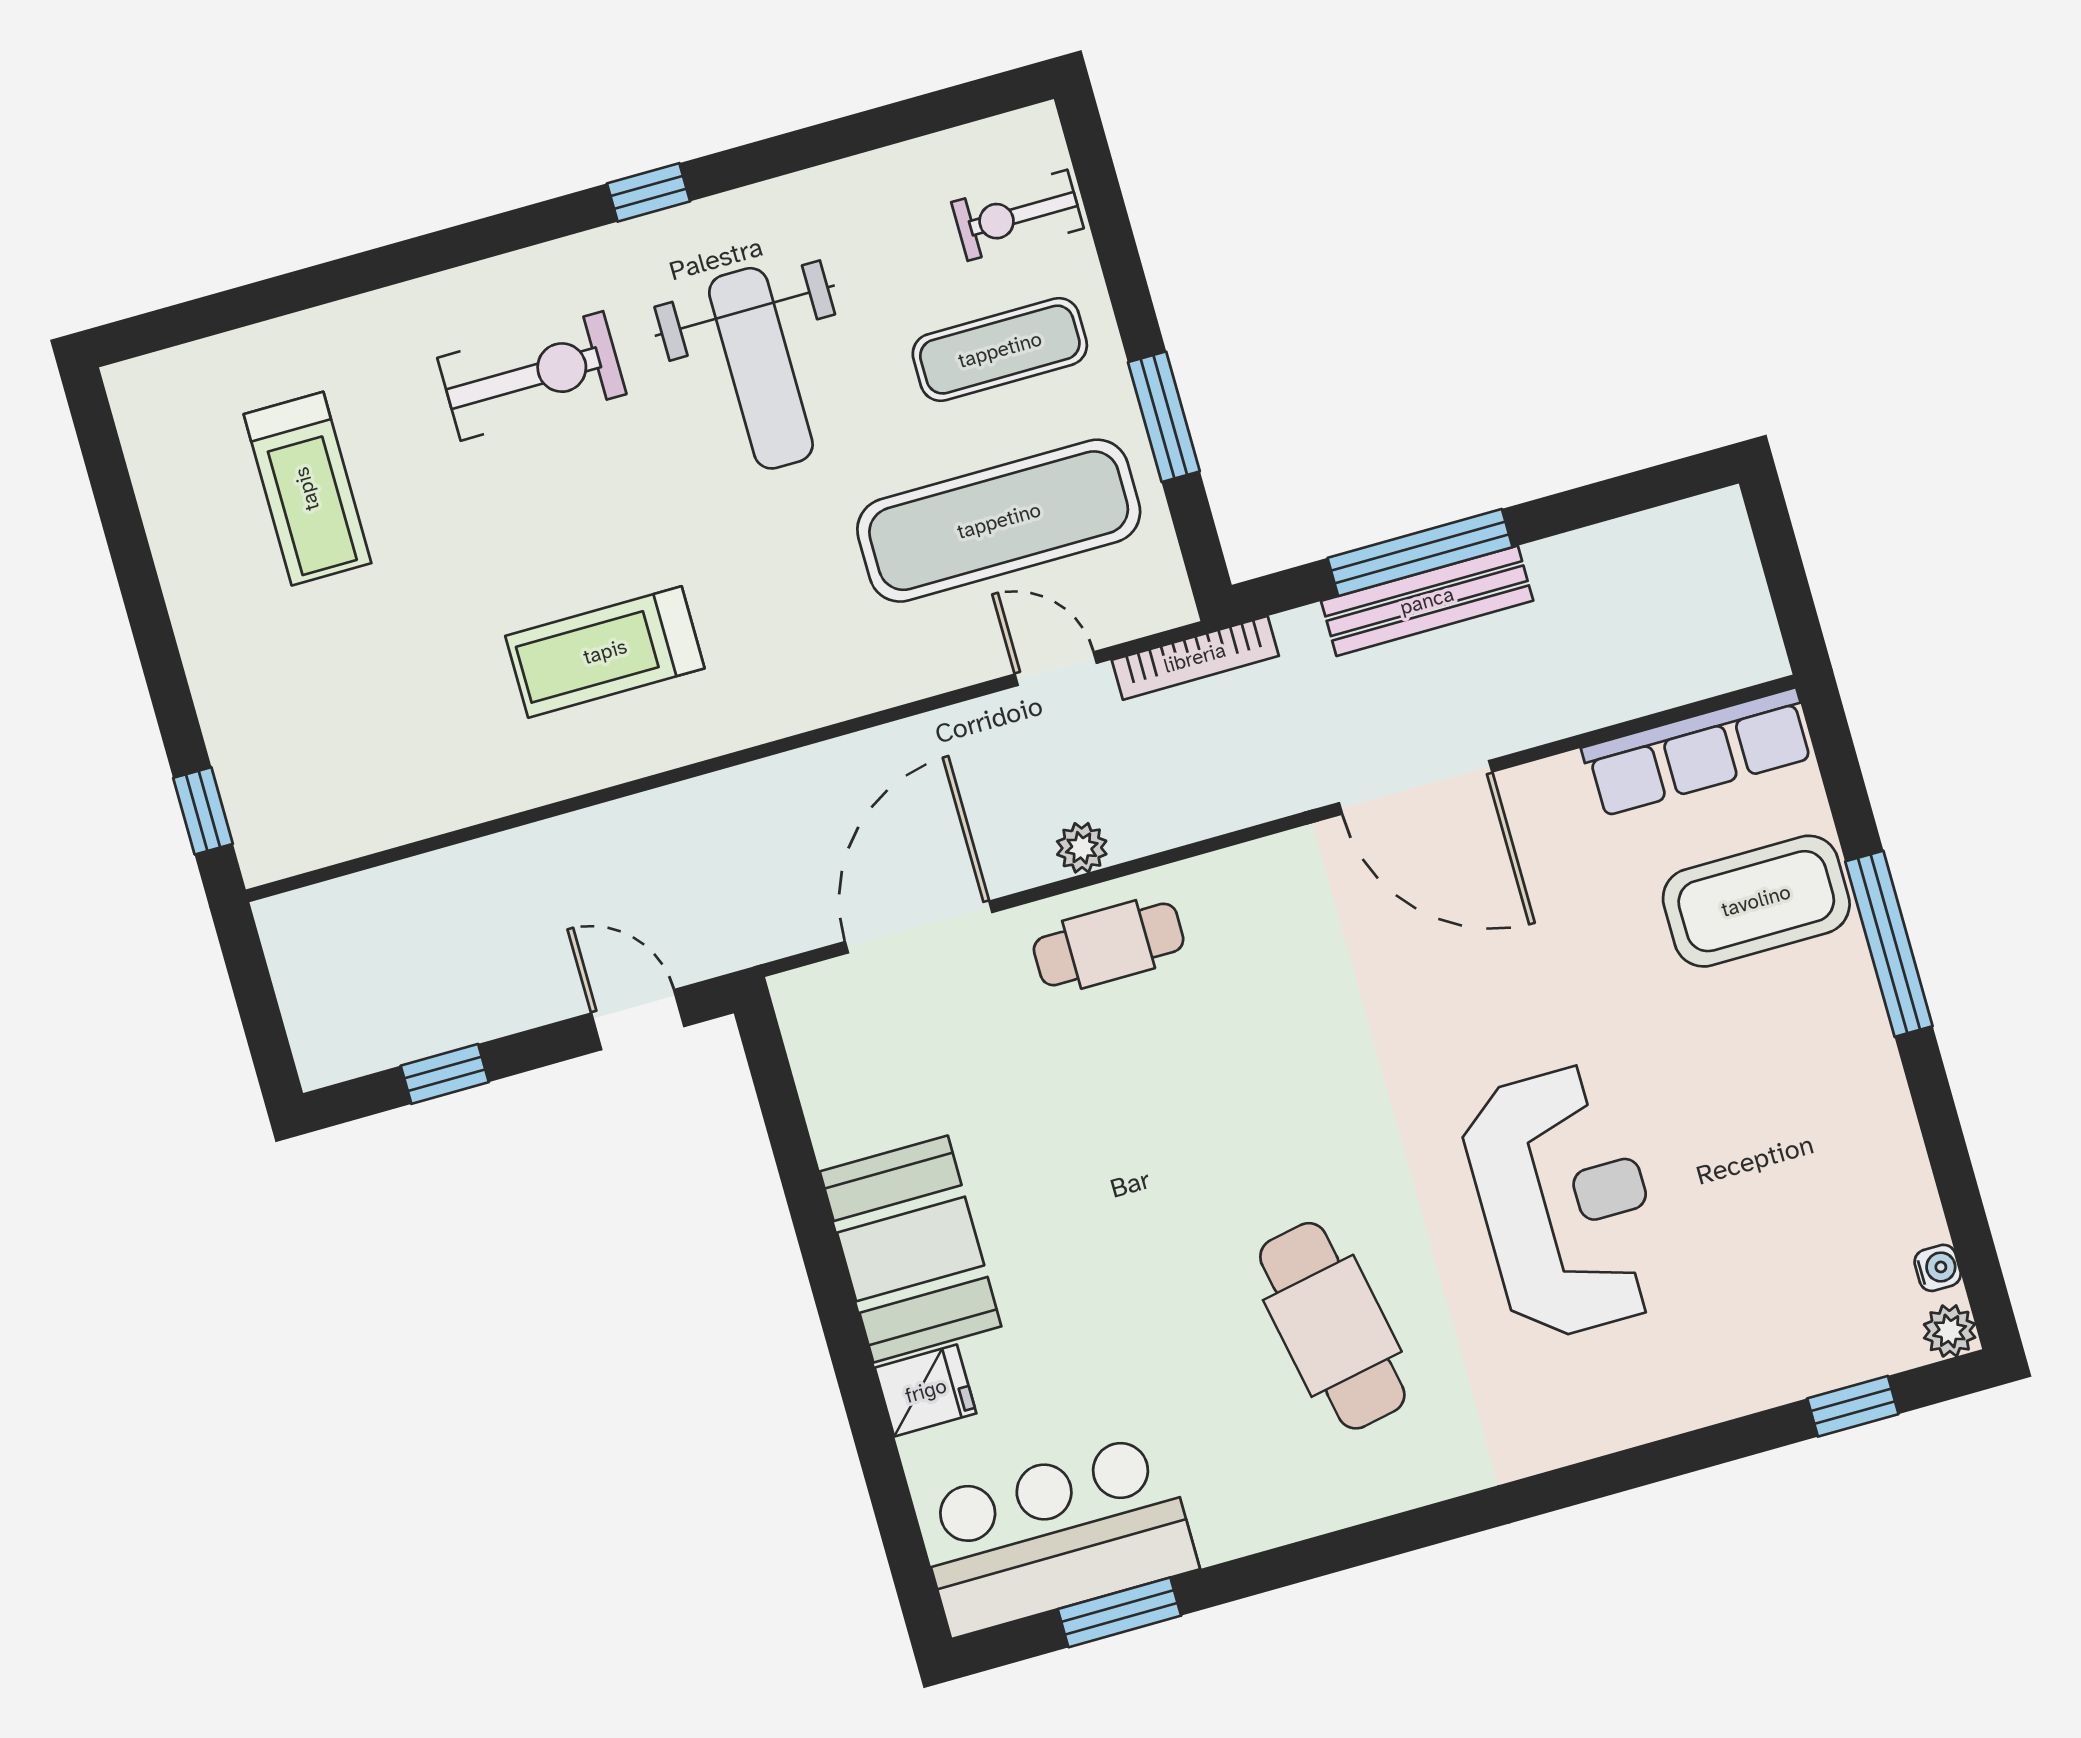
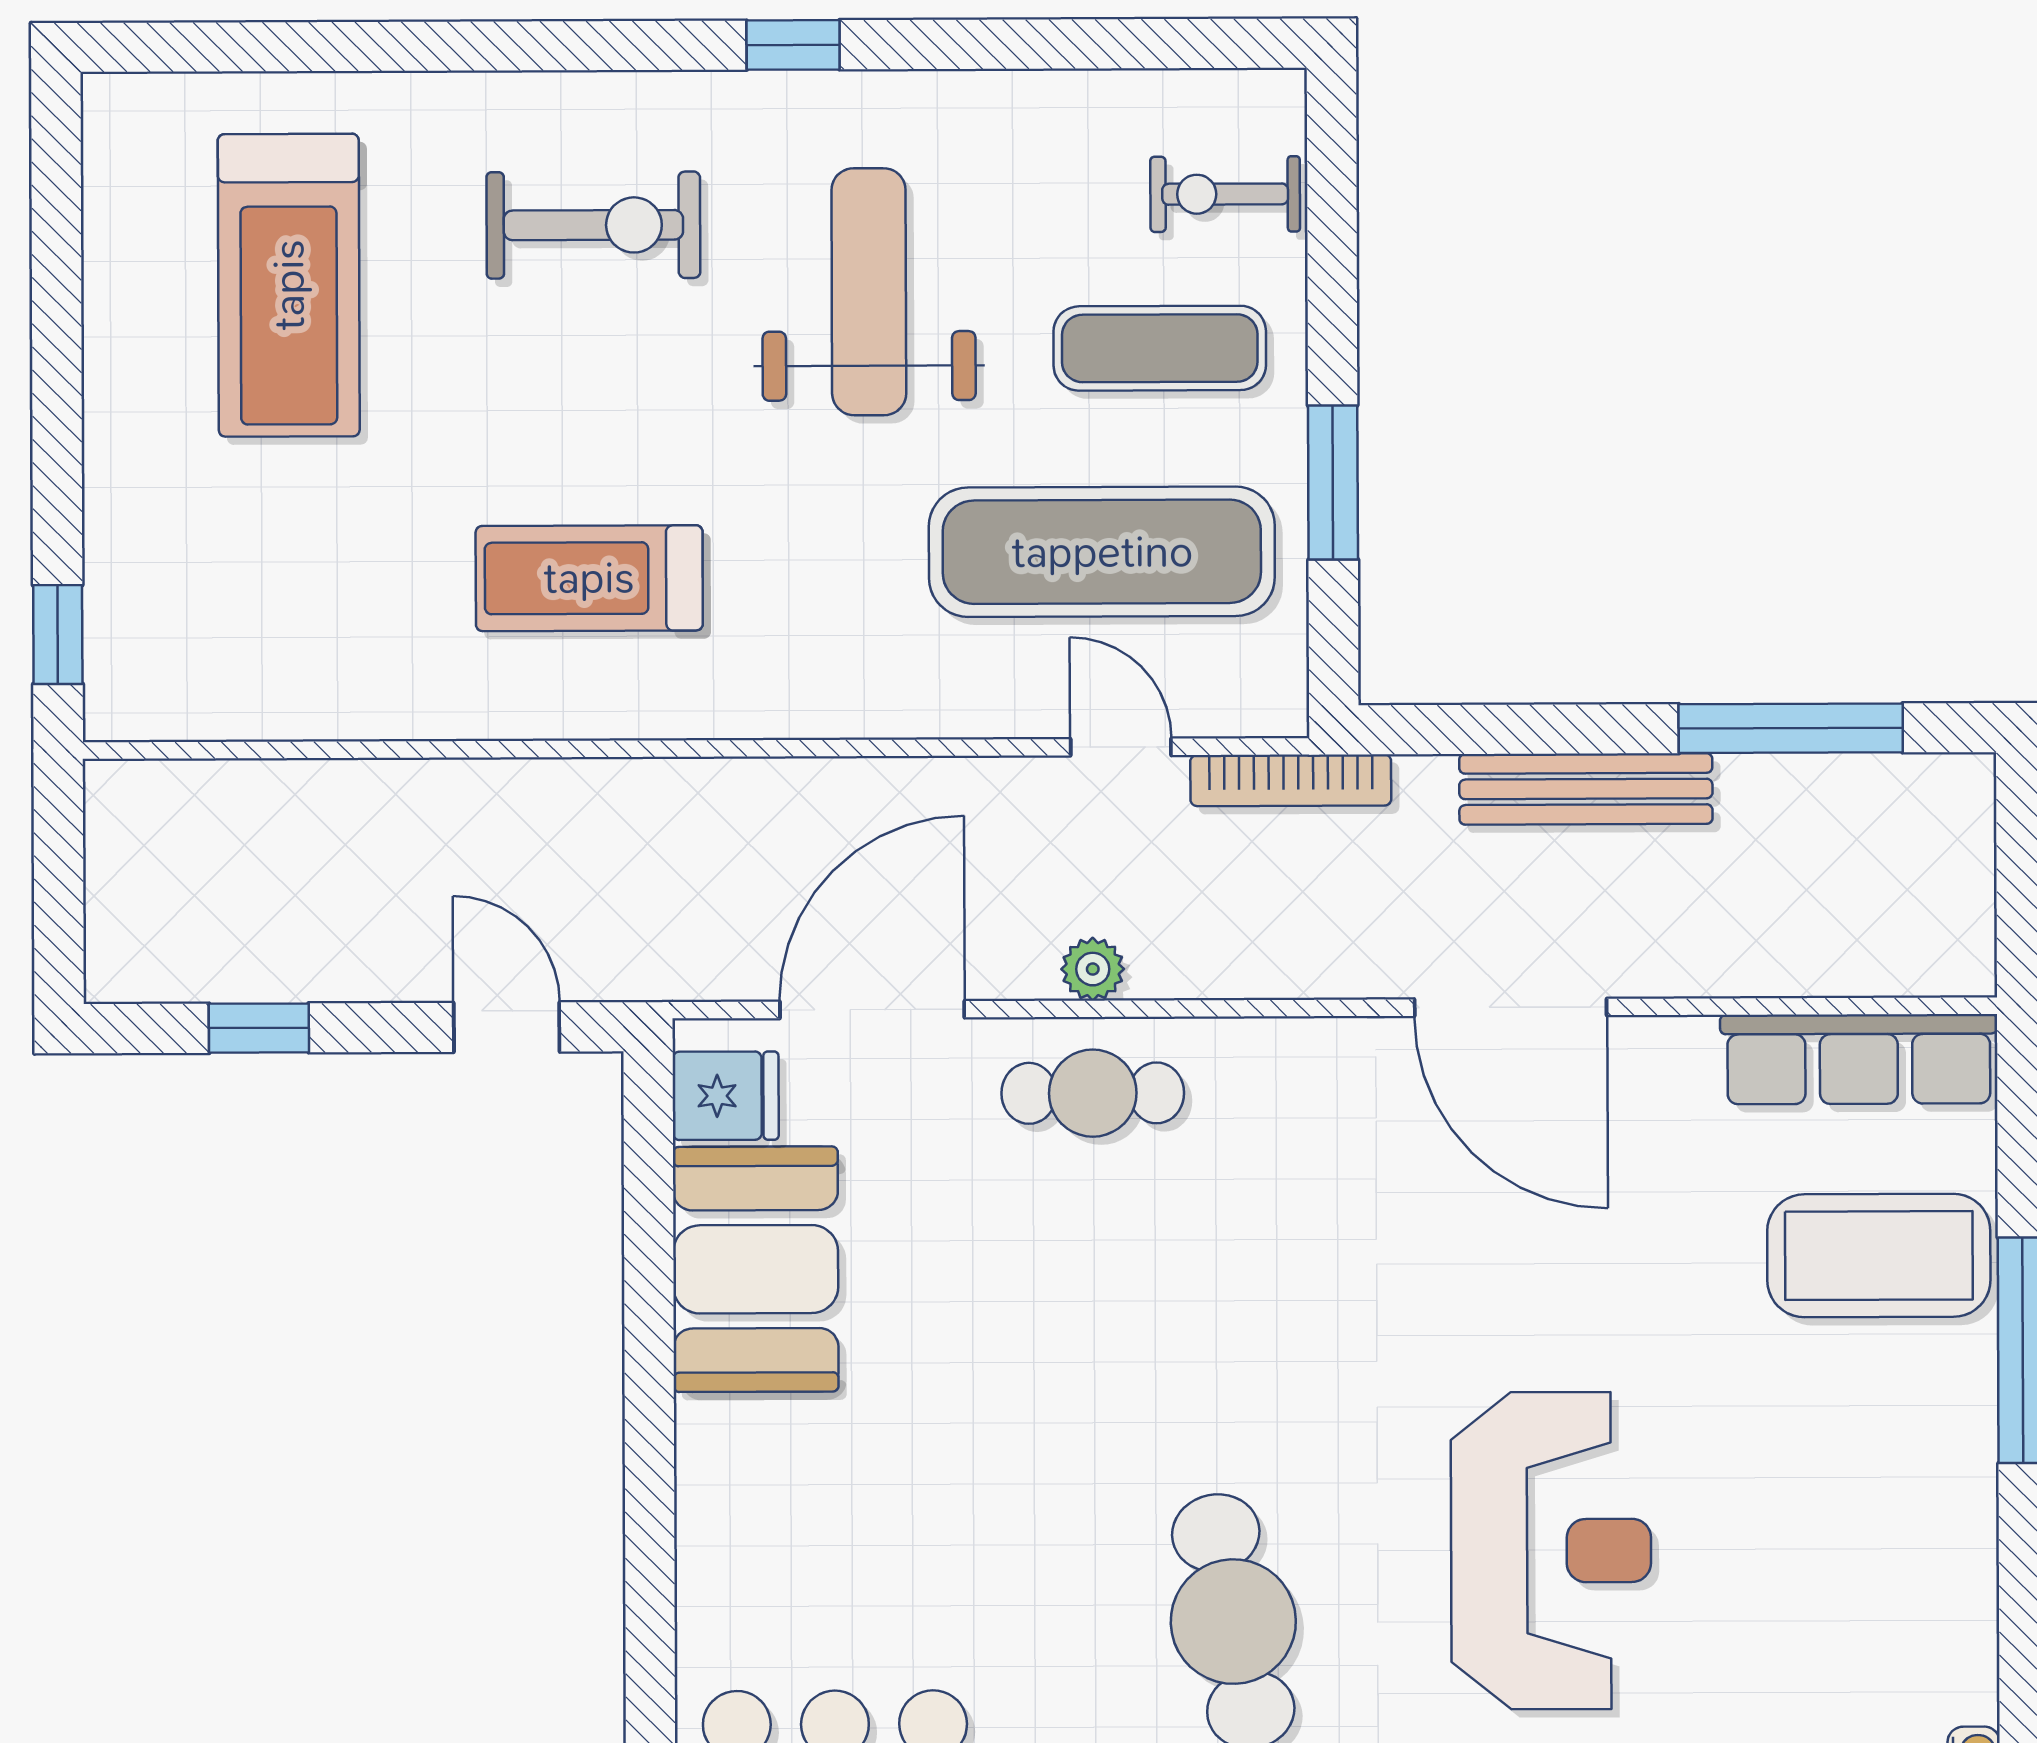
weight bench: (761, 368) -> (869, 292), turned 180
treadmill: (307, 489) -> (289, 285), width x1.37, depth x1.38
window: (1420, 553) -> (1791, 728), moved
booth: (911, 1249) -> (756, 1269), moved
fridge: (926, 1391) -> (726, 1096), moved

